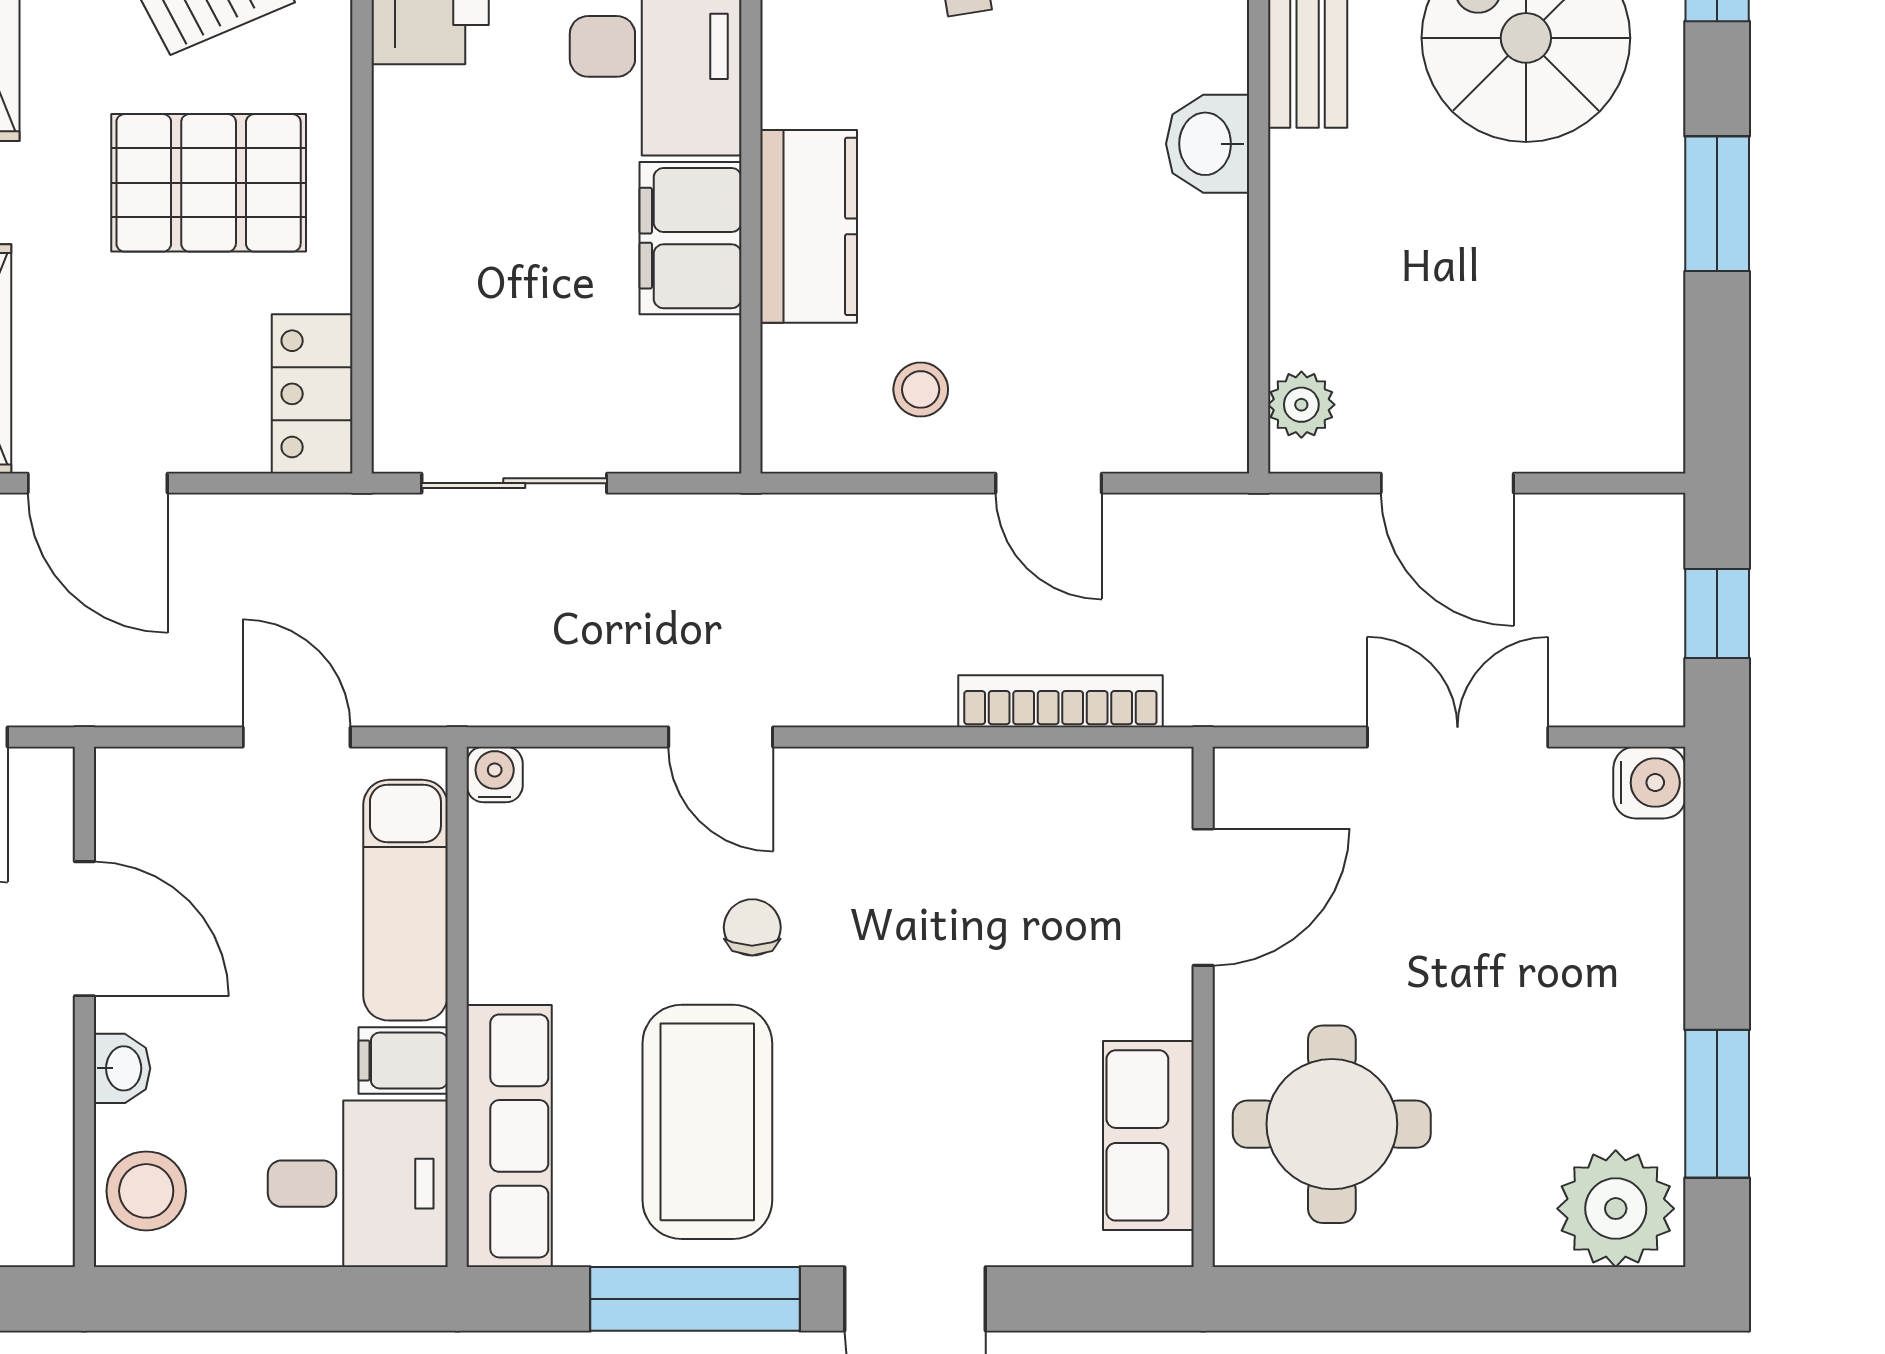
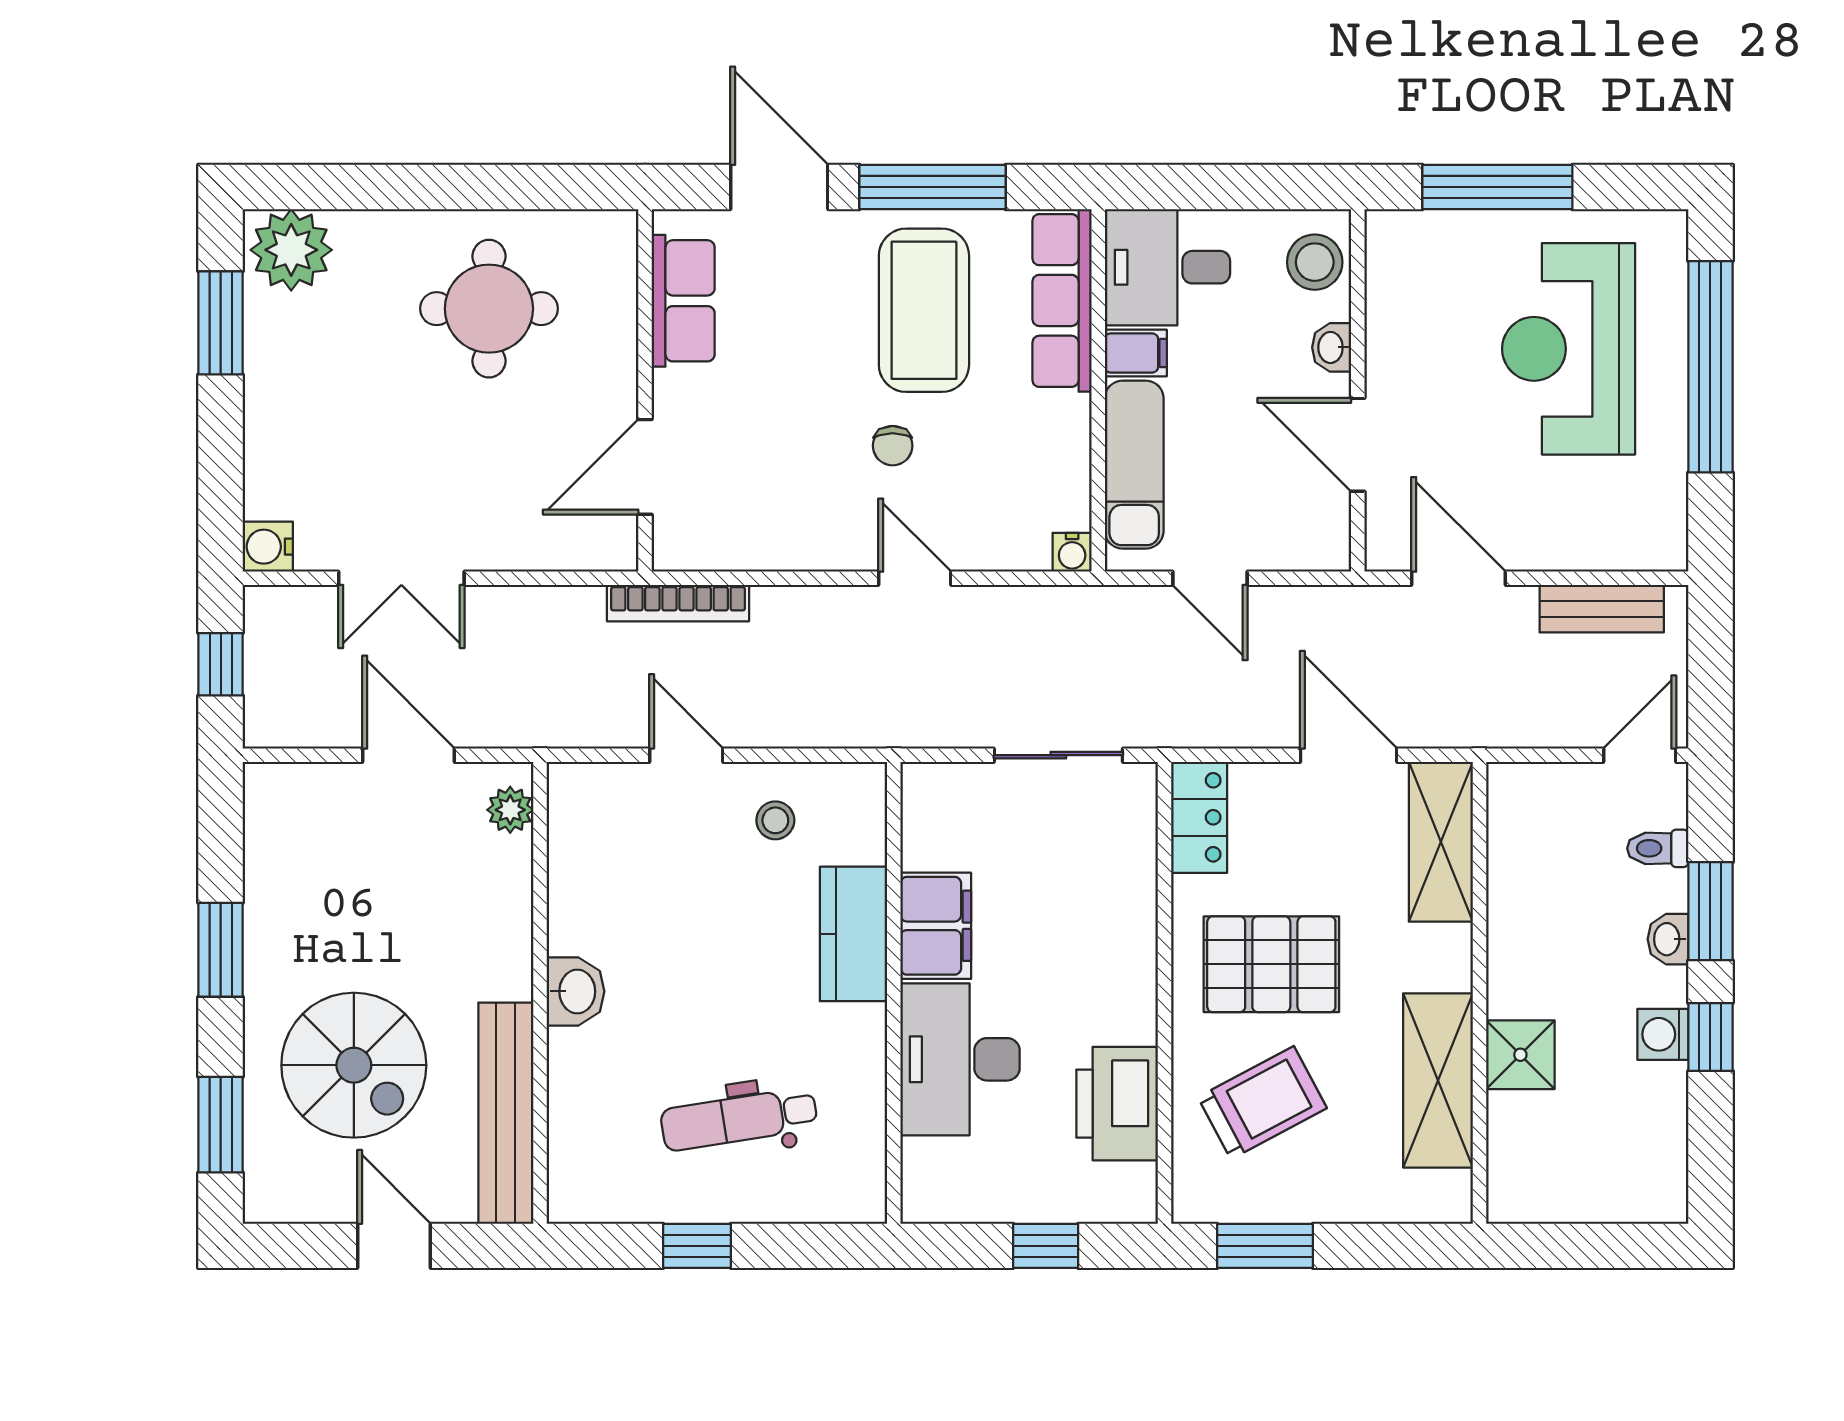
door: (1203, 897) -> (645, 467), moved
wall: (1203, 1007) -> (645, 390), moved
row of seats: (1148, 1135) -> (683, 301), moved

